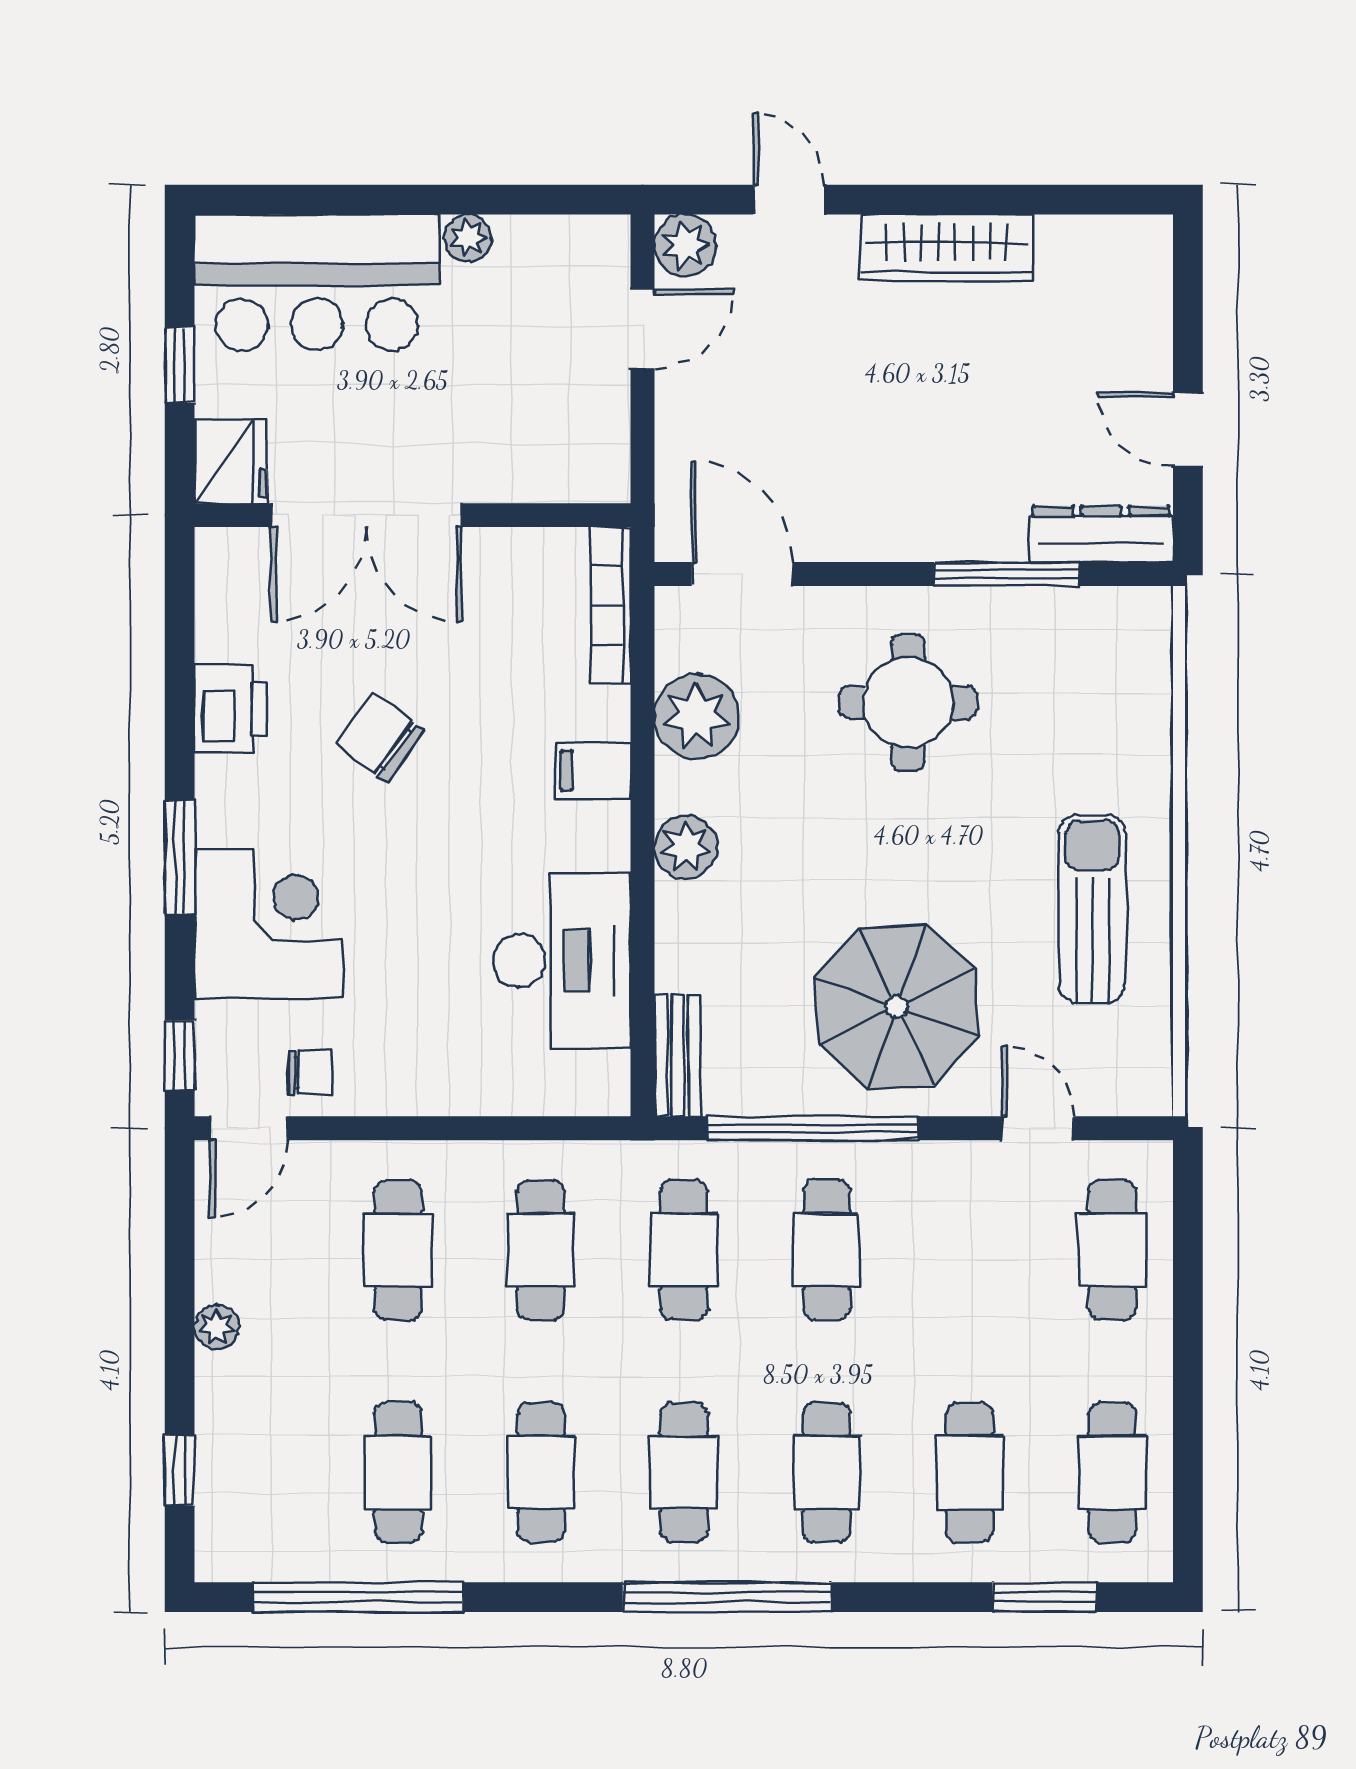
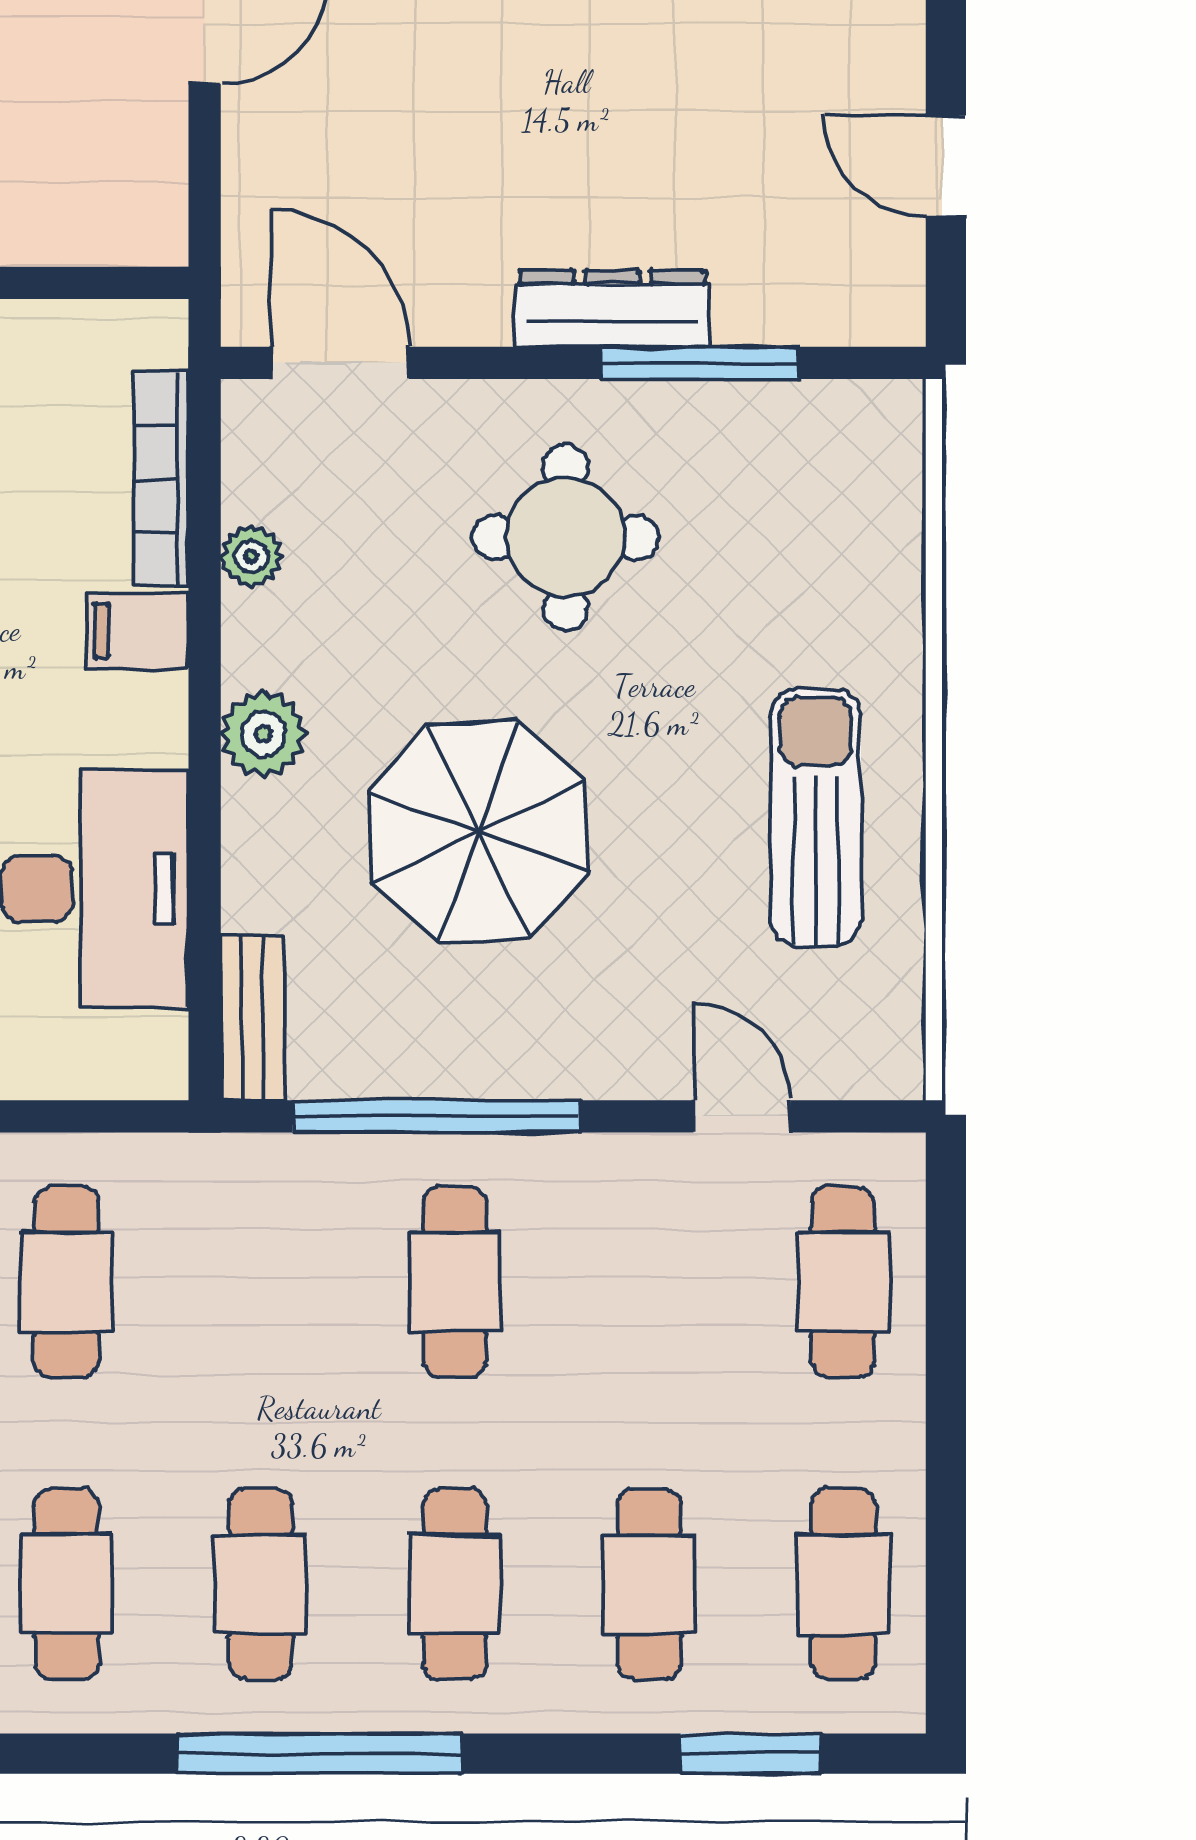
dresser: (1101, 534) -> (612, 309), moved
bookcase: (611, 606) -> (161, 479), moved
plant: (697, 716) -> (251, 556), width x0.53, depth x0.53
parasol: (897, 1007) -> (478, 832), moved
cafe table: (684, 1250) -> (261, 1282), removed

